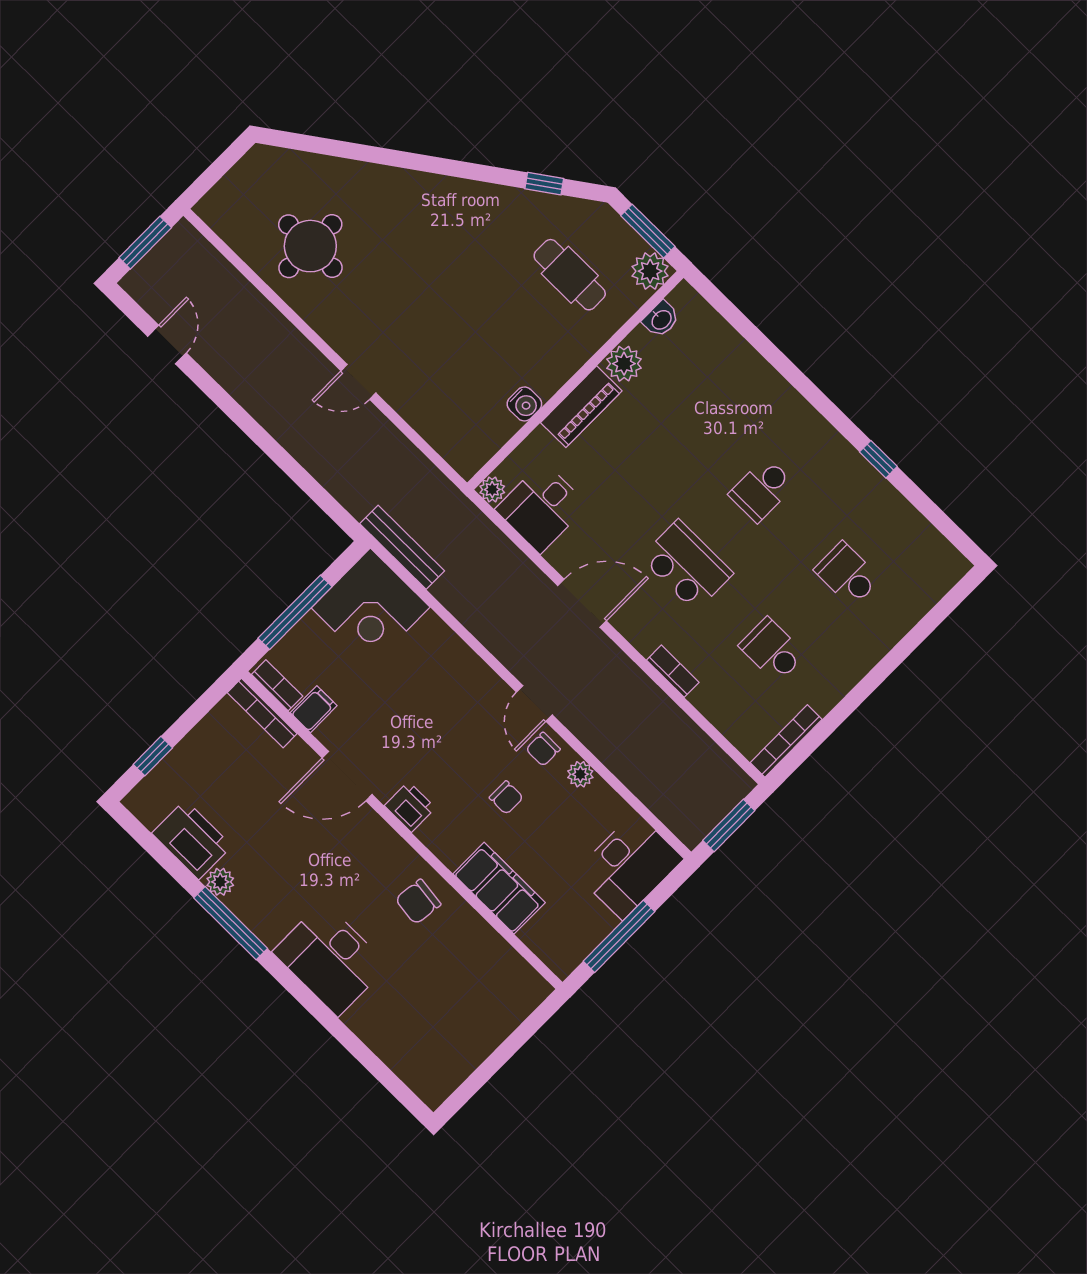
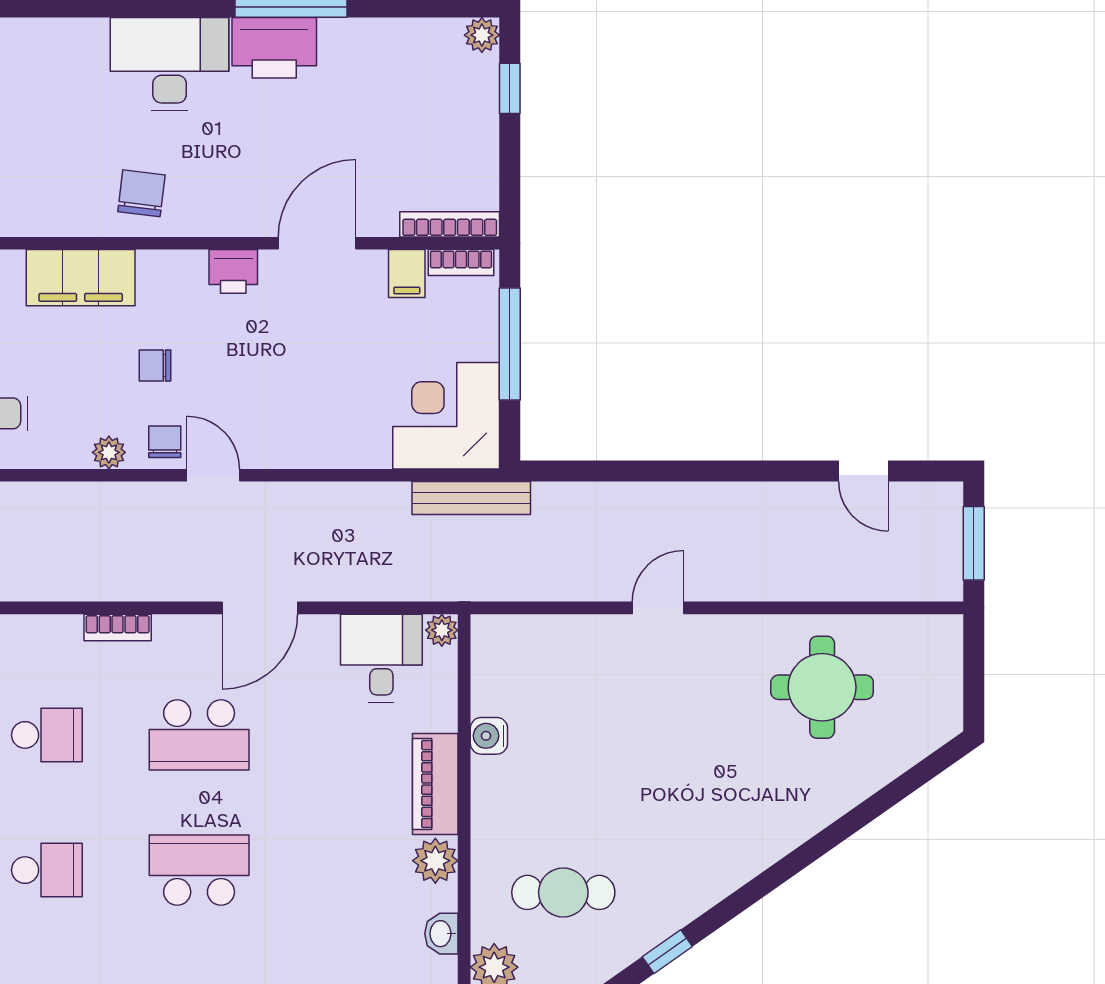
school desk: (762, 490) -> (199, 870), width x1.85
printer: (192, 840) -> (274, 48), moved
plant: (220, 882) -> (482, 35), moved

